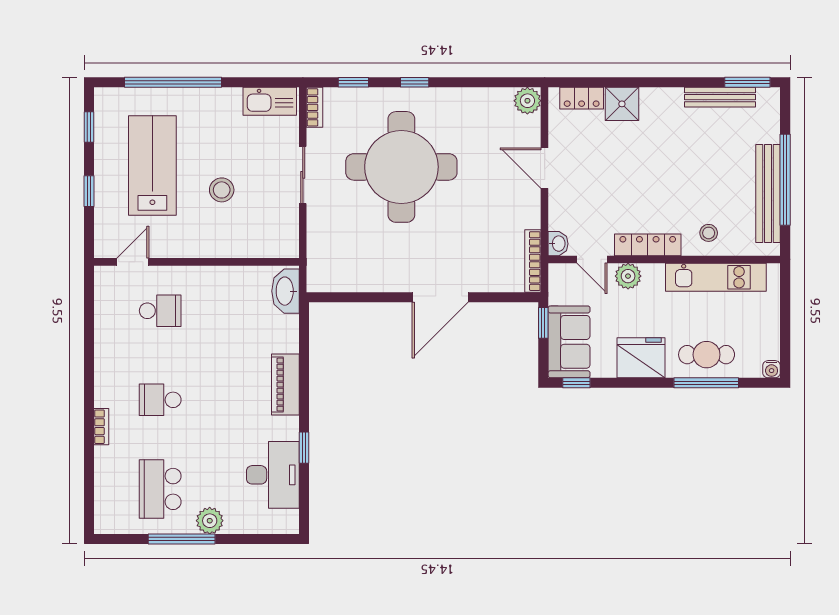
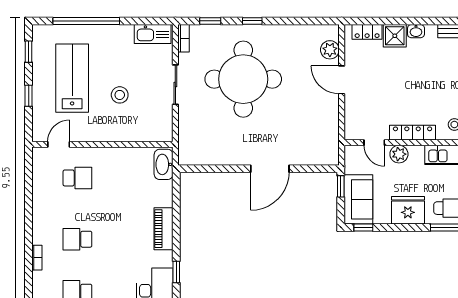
plant: (527, 101) -> (330, 50), moved
washbasin: (558, 244) -> (416, 31), moved, turned 90
bookcase: (533, 261) -> (334, 144), removed

